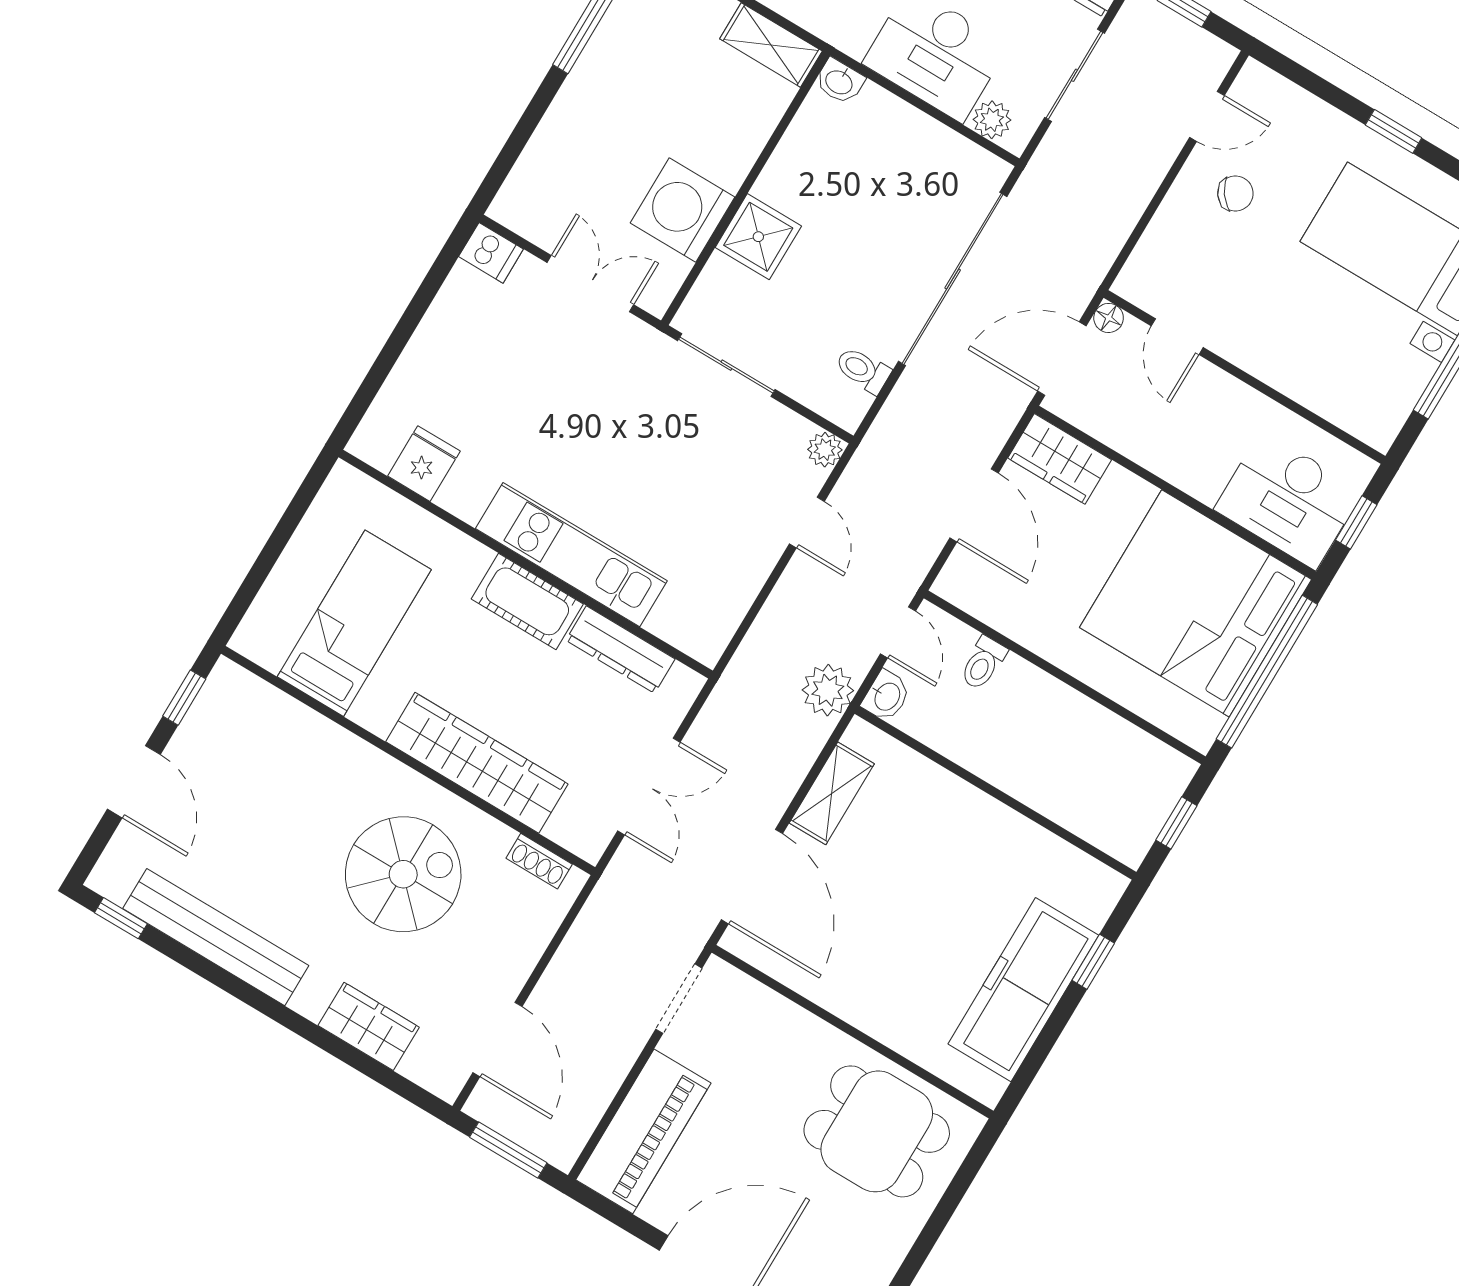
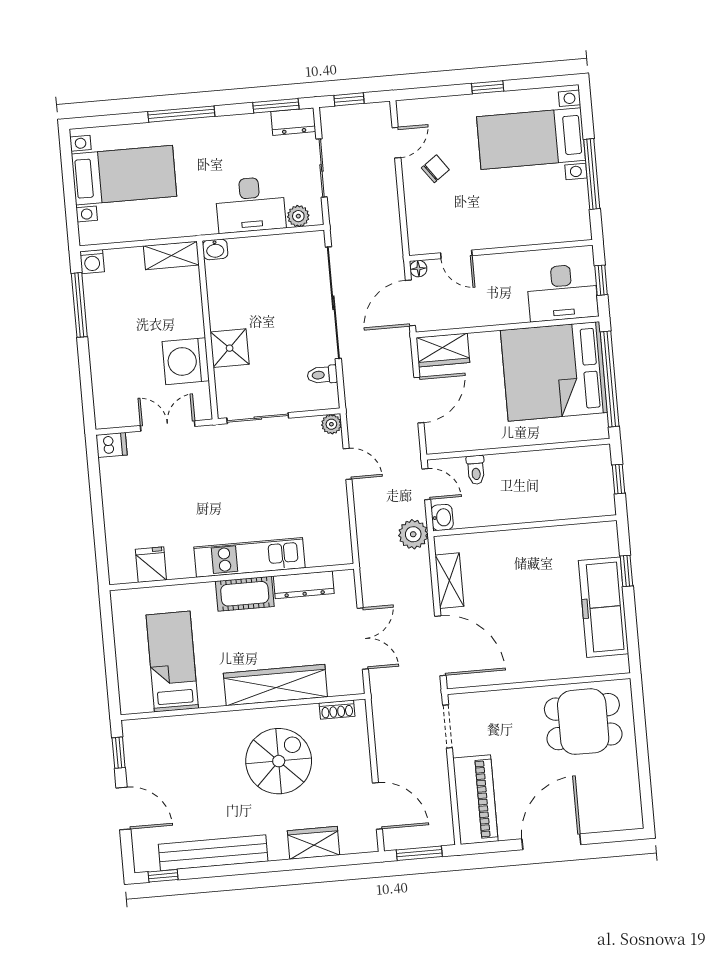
door: (974, 505) -> (419, 400), hinge flipped

